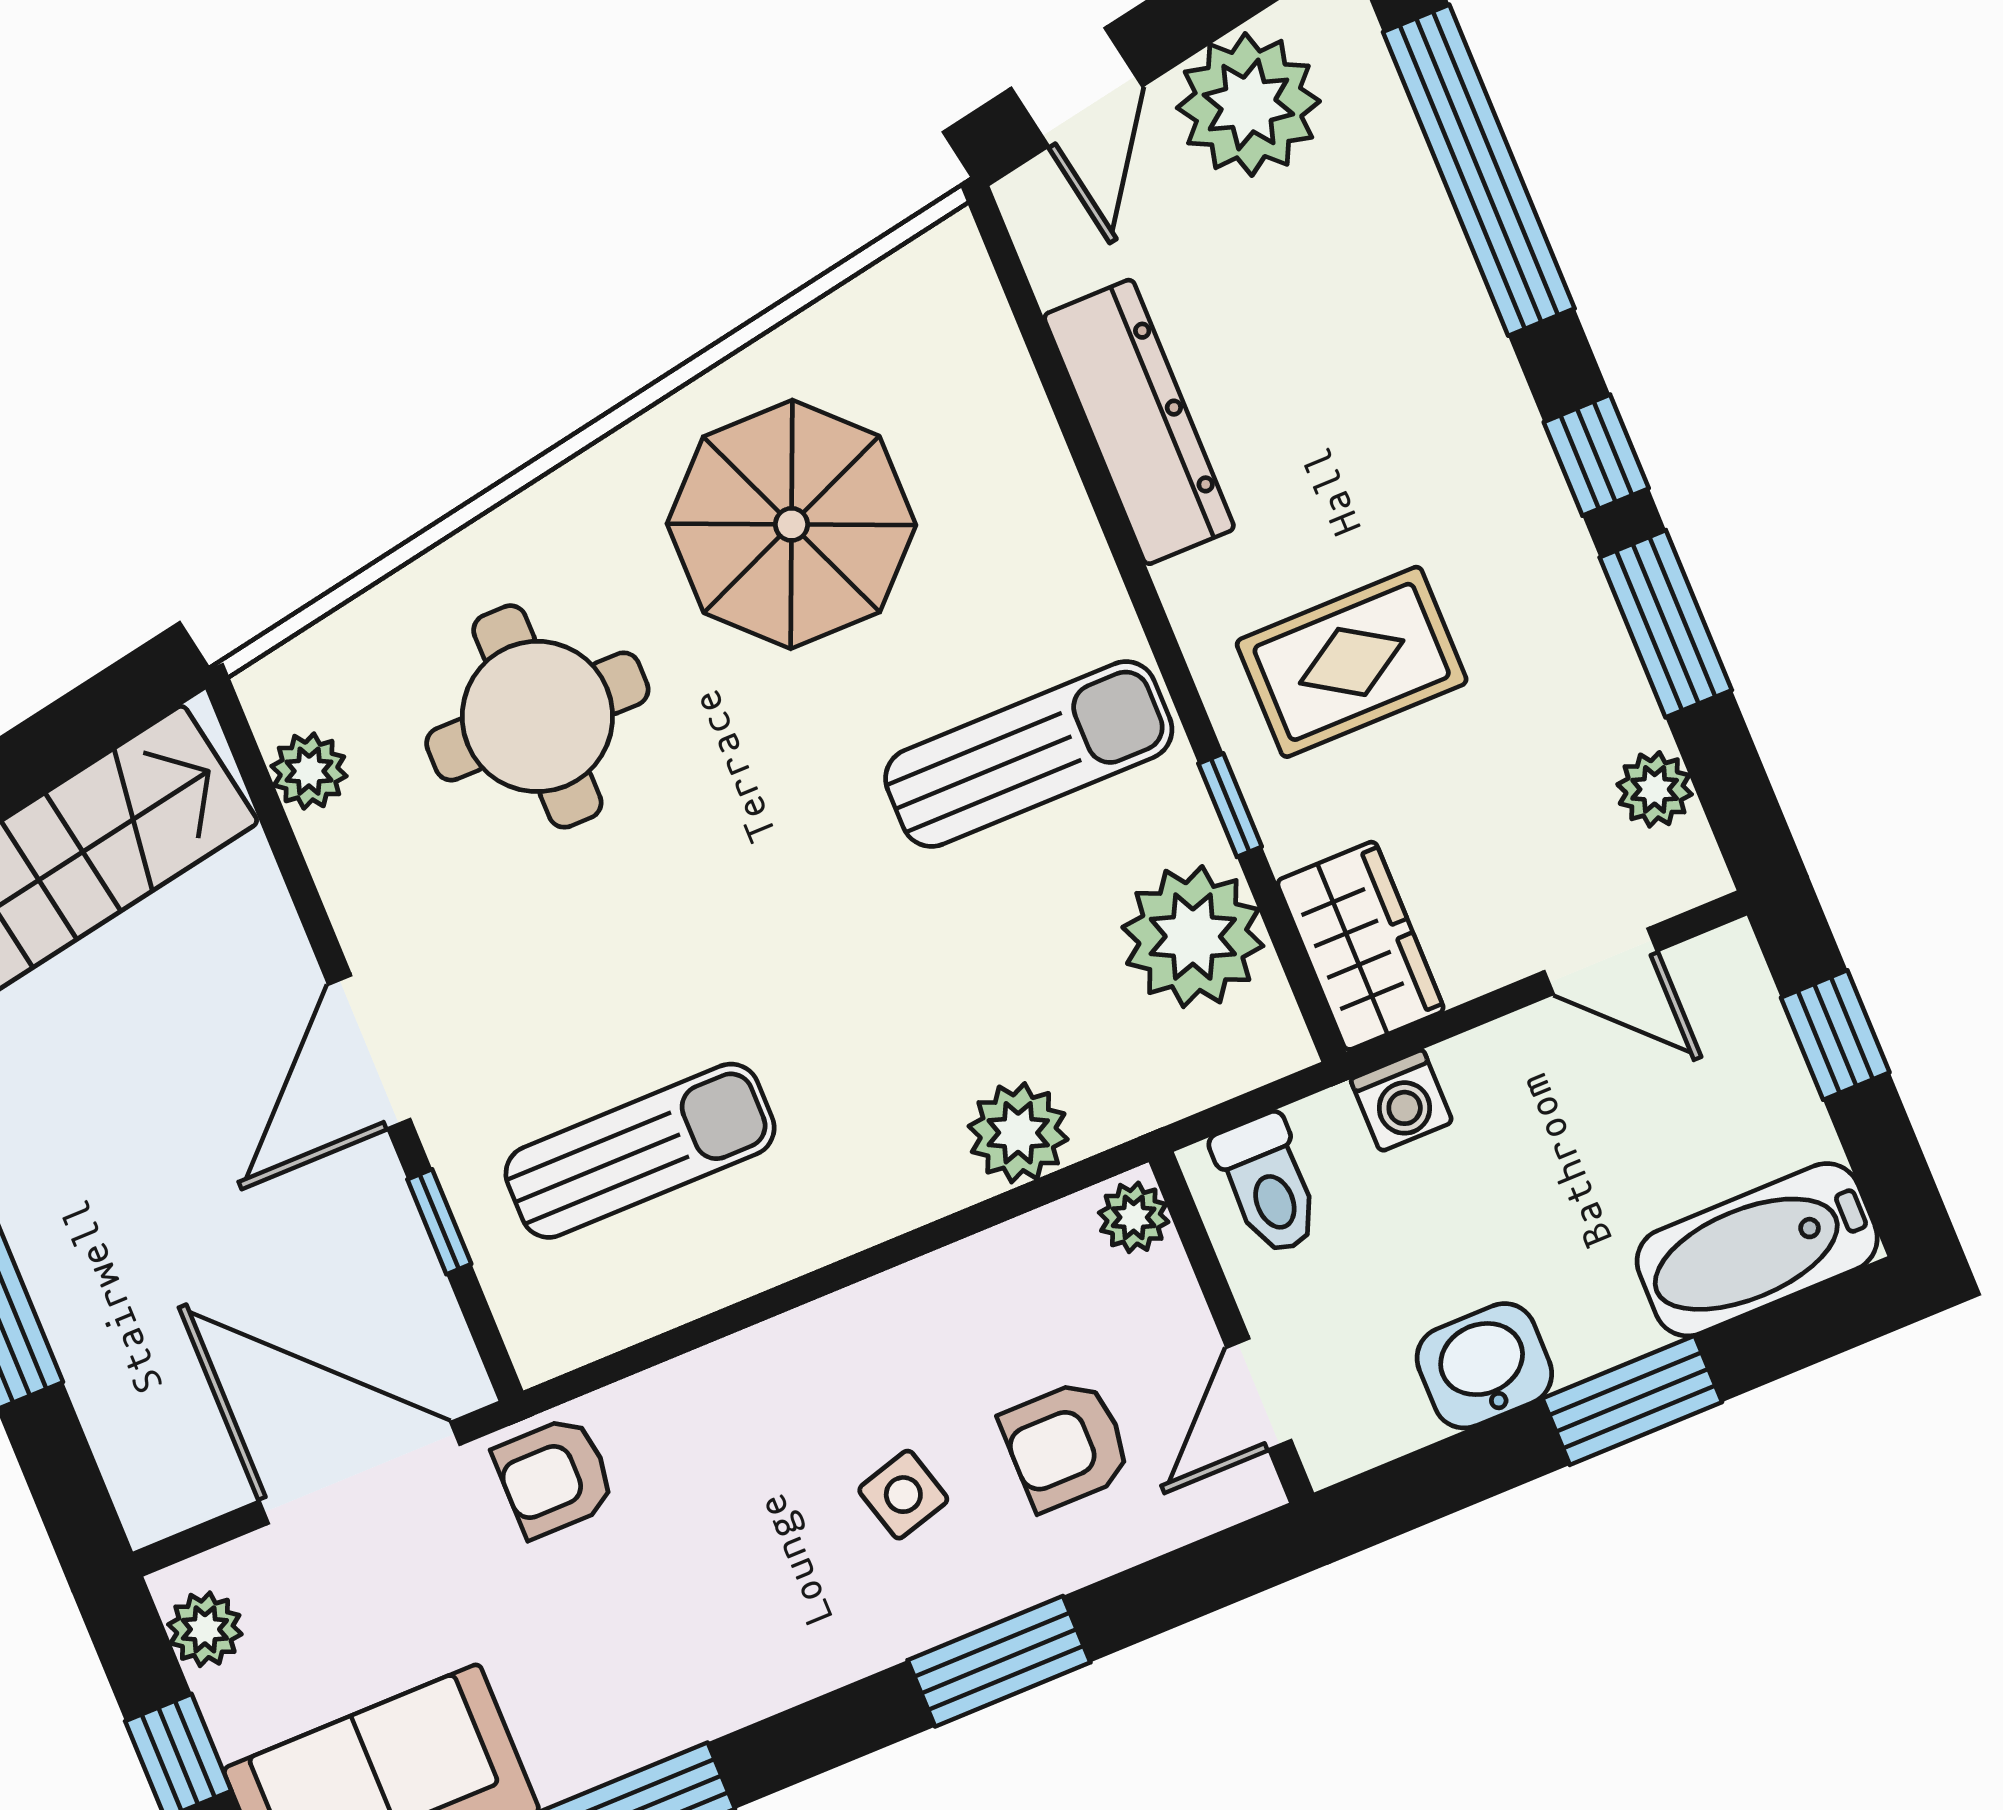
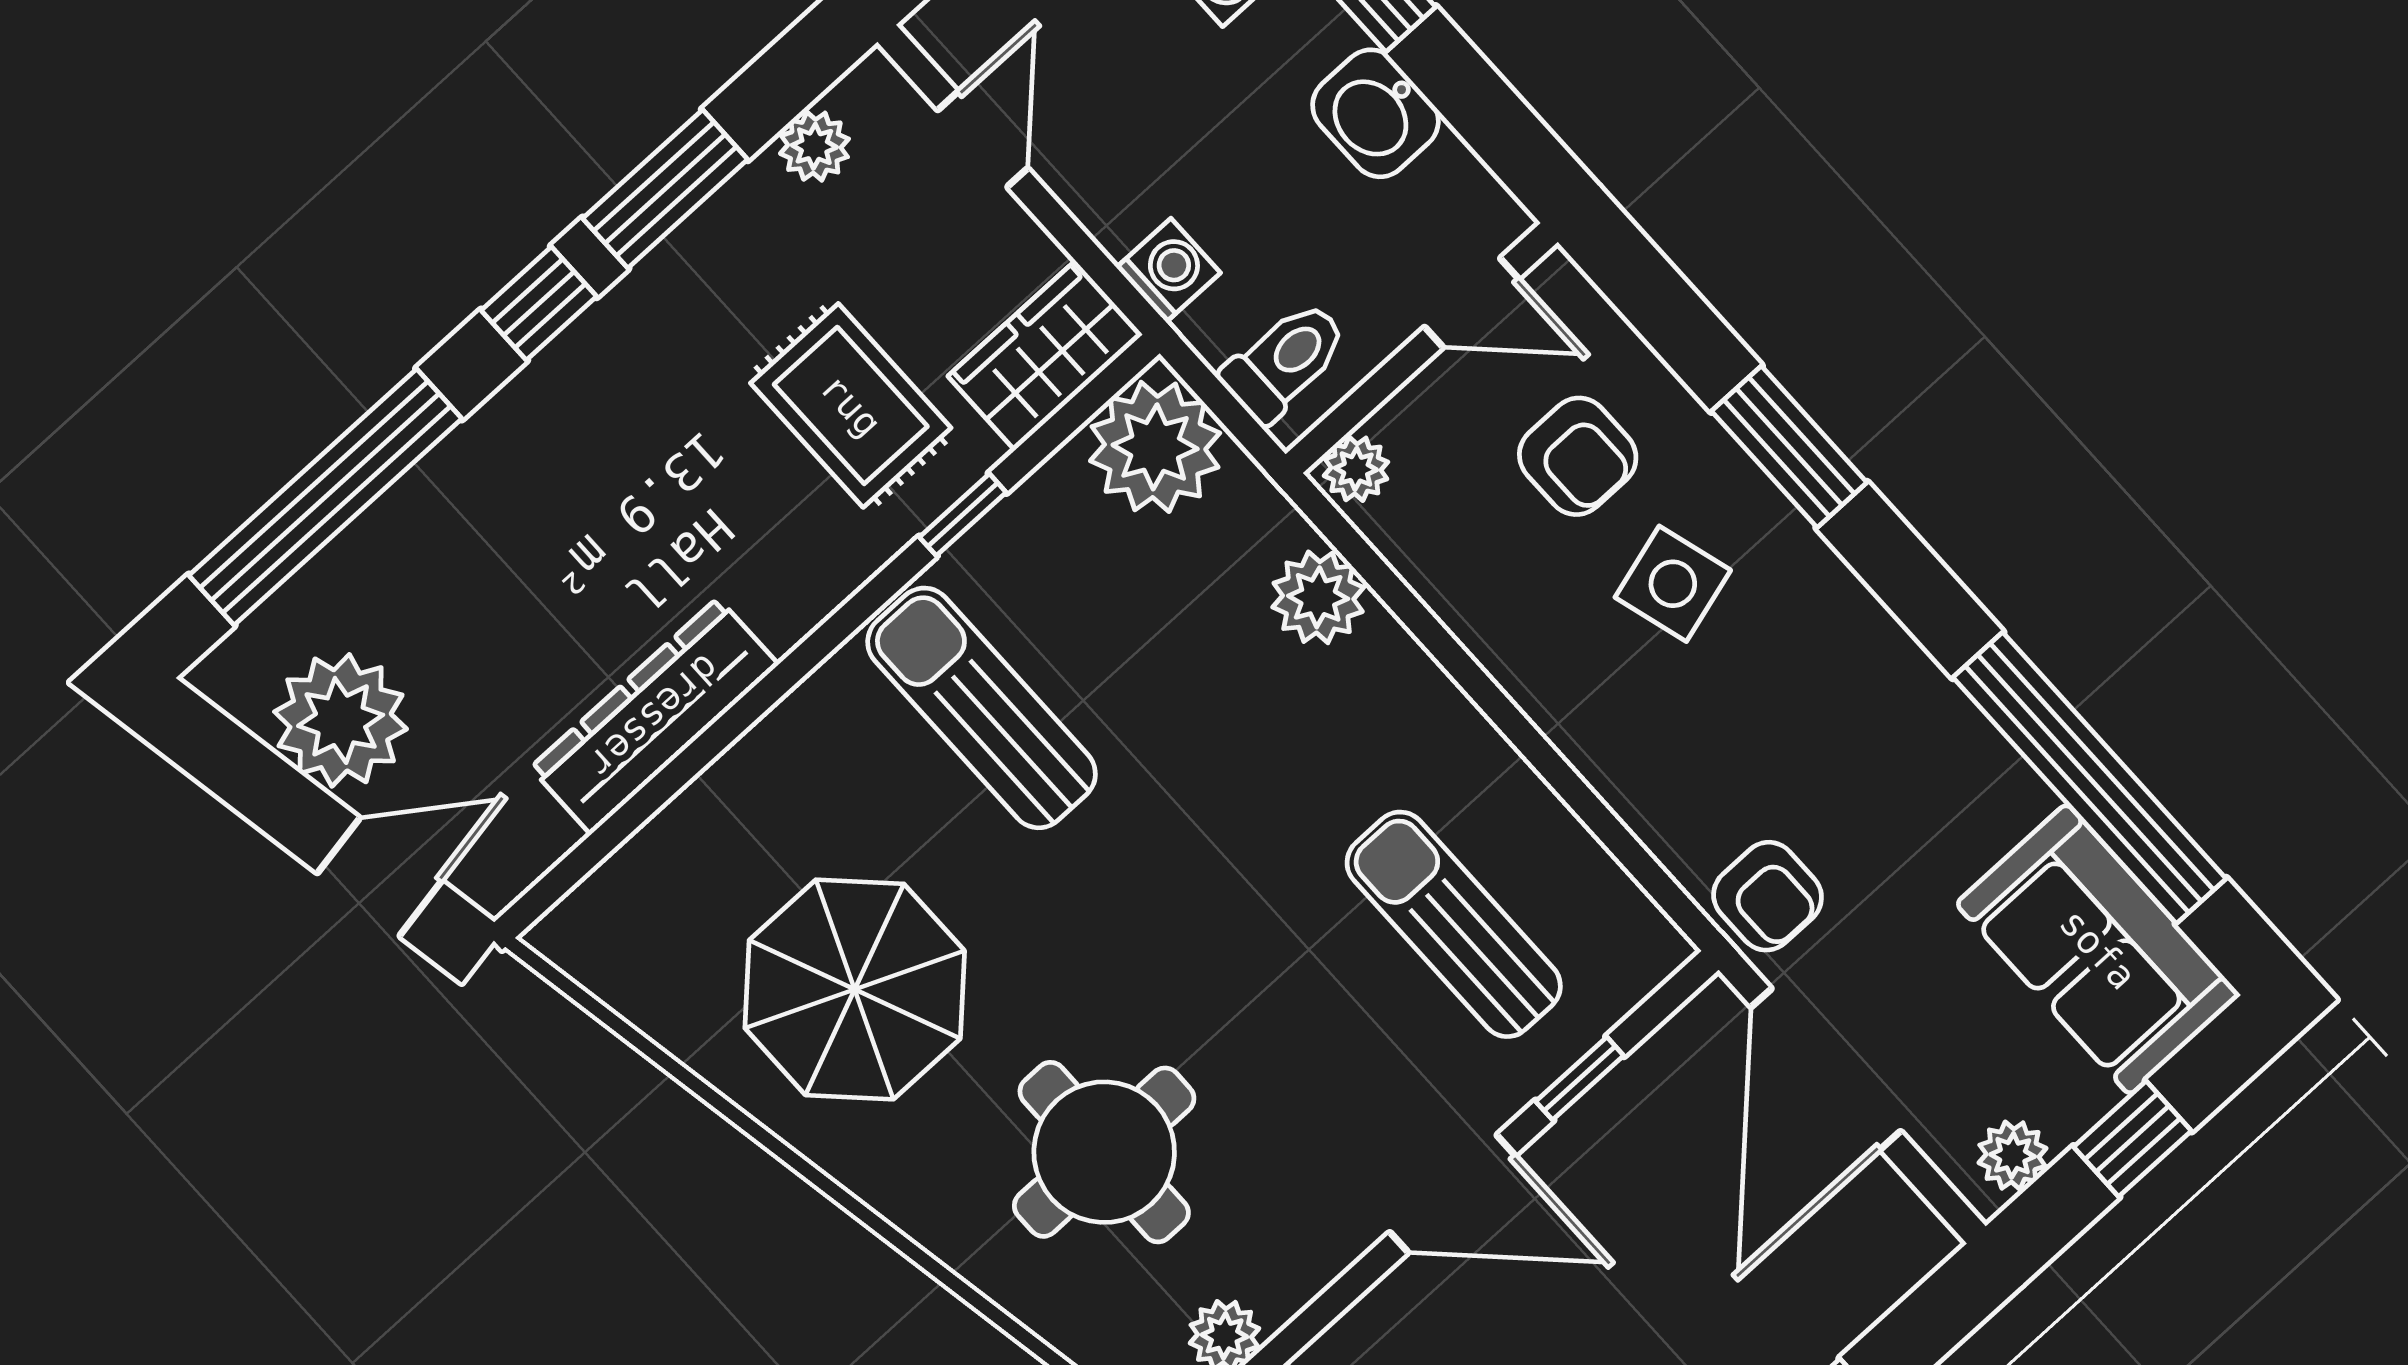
rug: (1352, 662) -> (851, 405), moved
plant: (1193, 937) -> (1155, 447), moved
side table: (903, 1495) -> (1673, 584), width x1.37, depth x1.37

